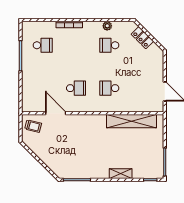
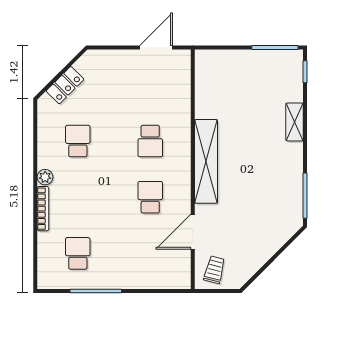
plant: (107, 26) -> (45, 177), moved
school desk: (109, 45) -> (78, 141), turned 180
shelving: (132, 121) -> (206, 161), moved

